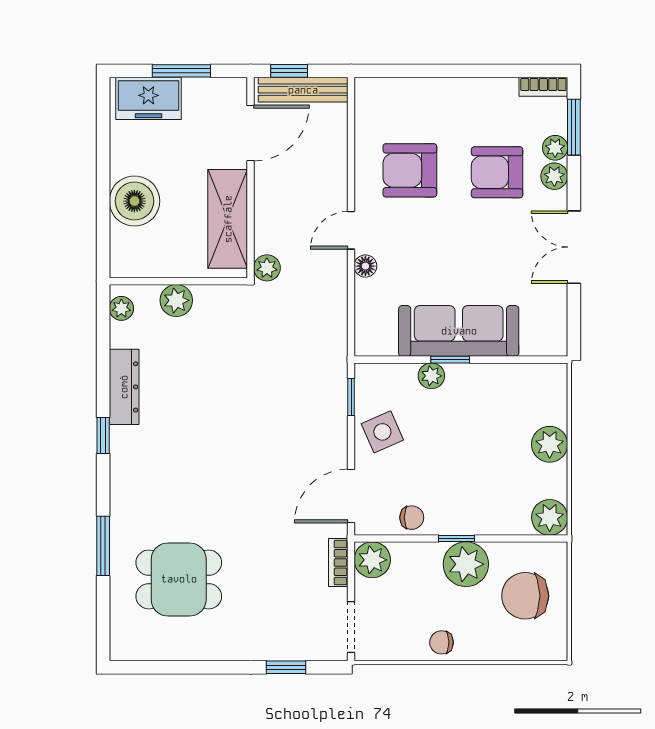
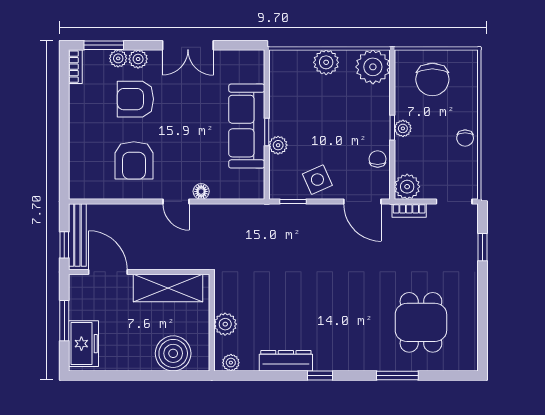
armchair: (497, 172) -> (135, 99), turned 90
boiler: (134, 201) -> (173, 353), moved
plant: (267, 268) -> (202, 261), removed
plant: (550, 517) -> (373, 67), width x1.36, depth x1.36
plant: (466, 564) -> (403, 128), width x0.53, depth x0.53

